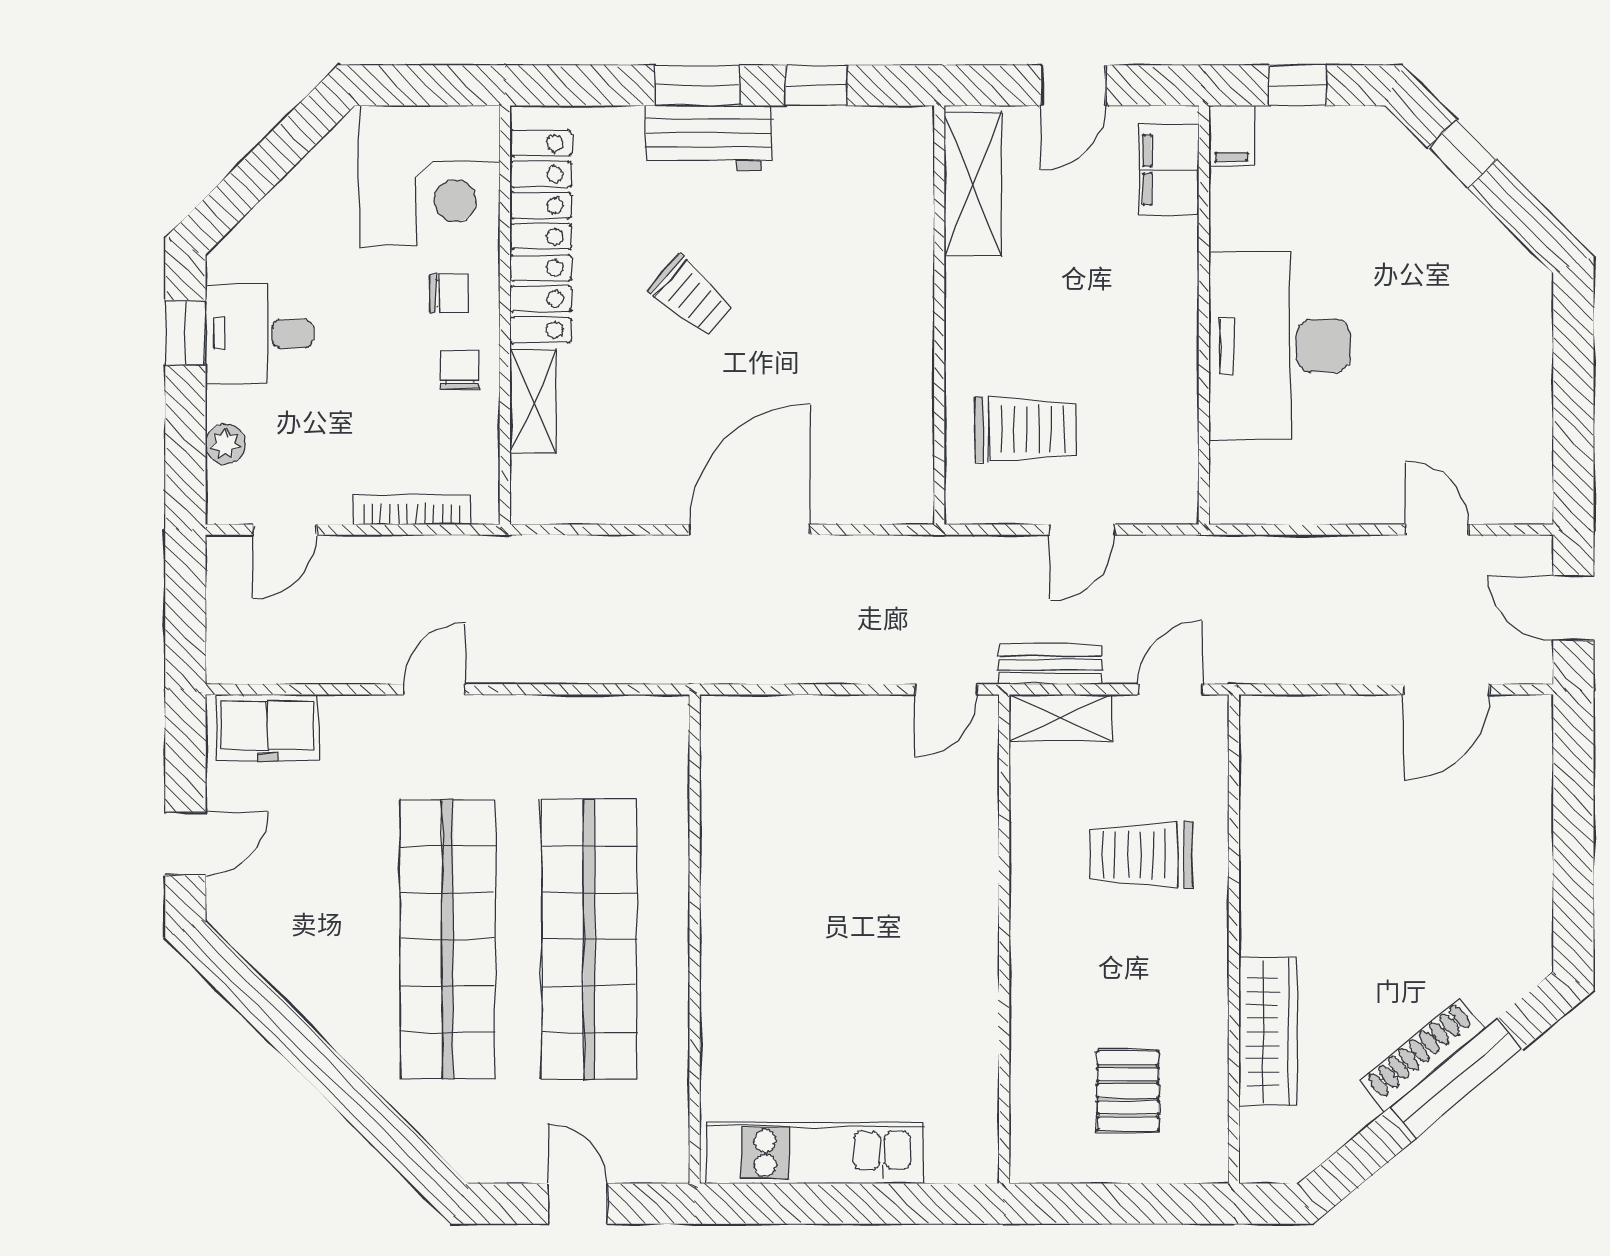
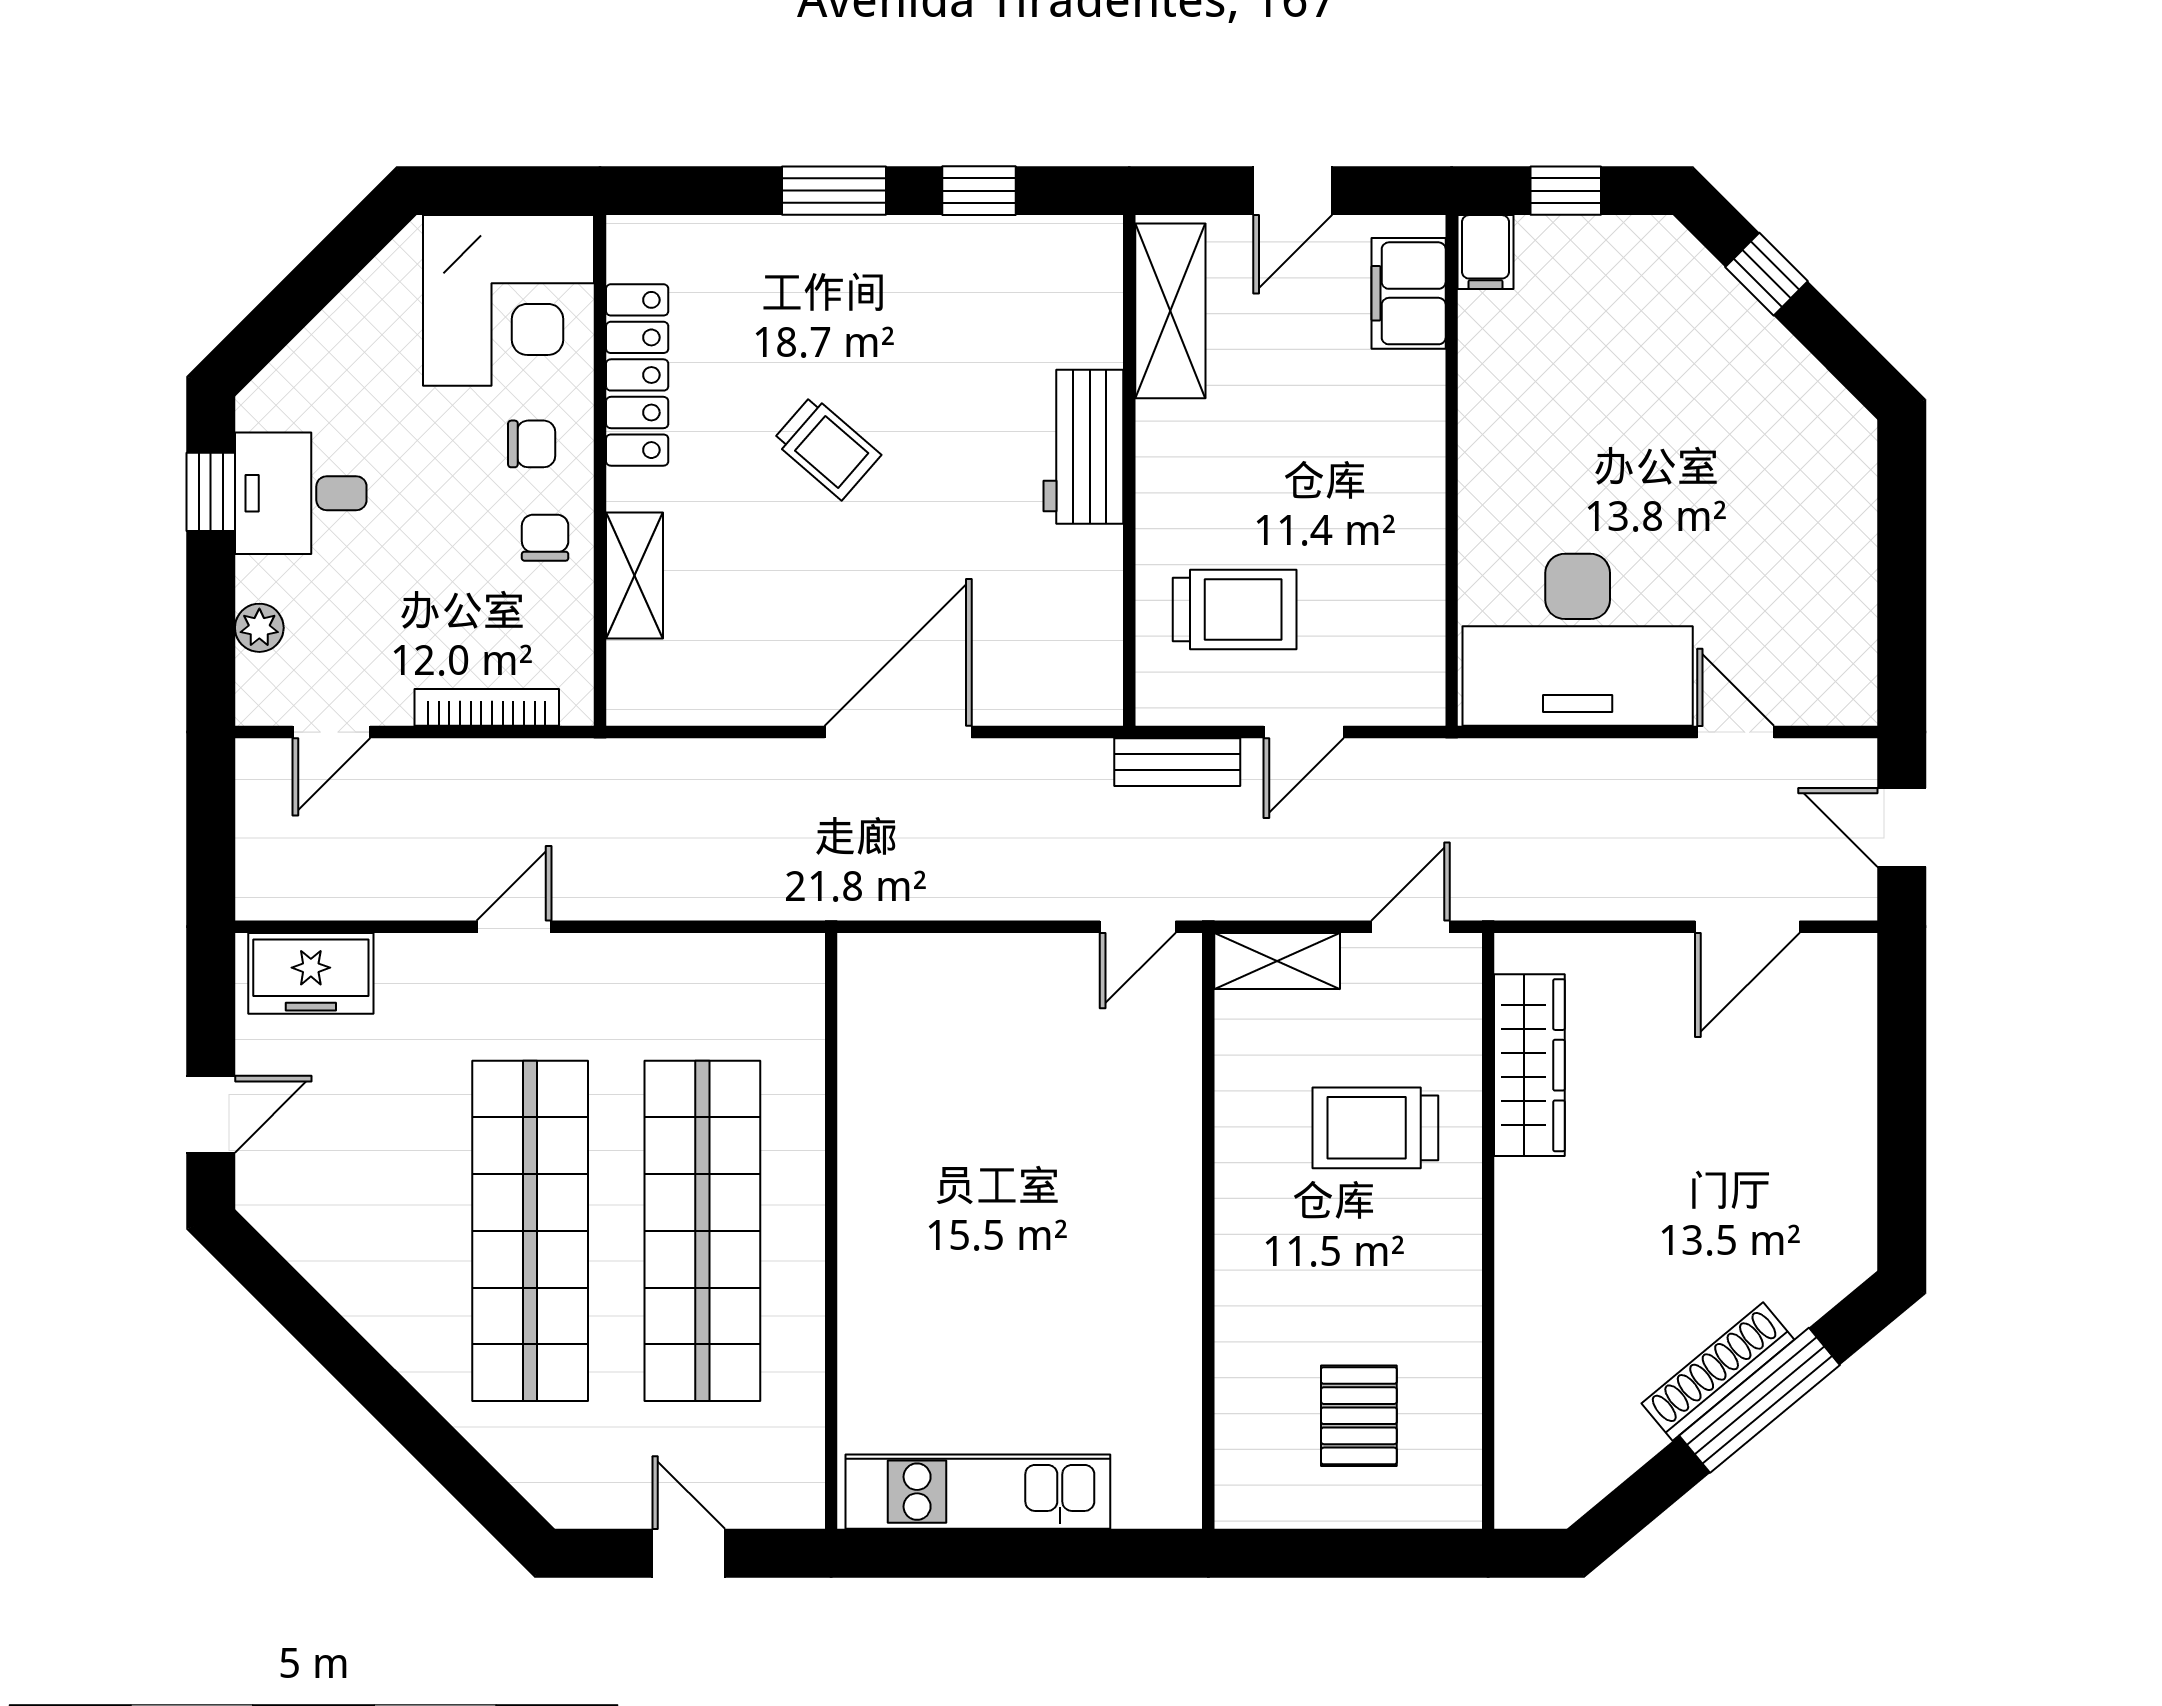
workbench: (709, 138) -> (1083, 447), moved, turned 90
locker: (541, 237) -> (637, 375), width x0.71, depth x0.83
desk: (1280, 346) -> (1578, 640), moved, turned -90
bench: (1050, 665) -> (1177, 762), moved
wardrobe: (1268, 1032) -> (1529, 1065), moved

